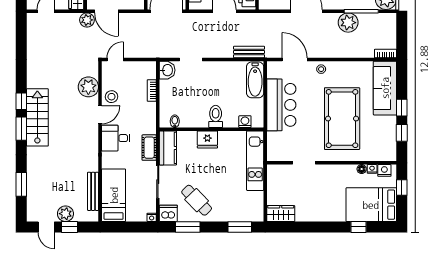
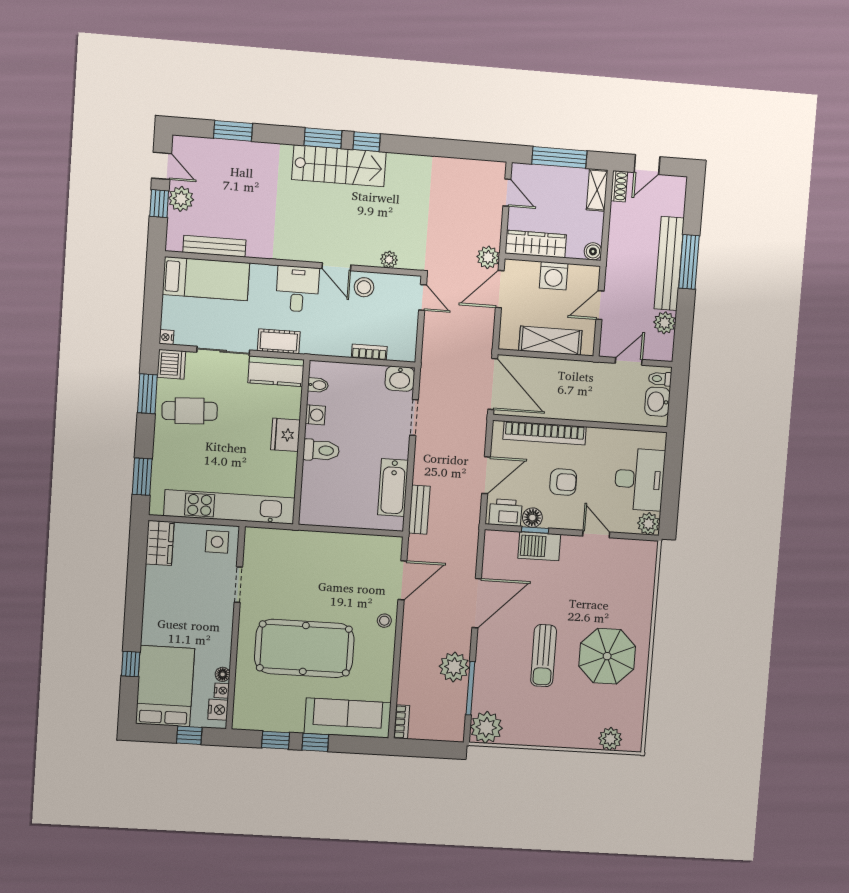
bathtub: (255, 80) -> (393, 487), moved, turned -90
plant: (88, 87) -> (389, 260), width x0.53, depth x0.53
bar counter: (281, 105) -> (332, 555), removed
washing machine: (245, 122) -> (315, 415), moved
kitchen unit: (255, 161) -> (229, 507), width x1.36
side table: (278, 178) -> (217, 542), added
cafe table: (197, 200) -> (190, 411), turned 41
door: (46, 227) -> (161, 166), swing flipped

